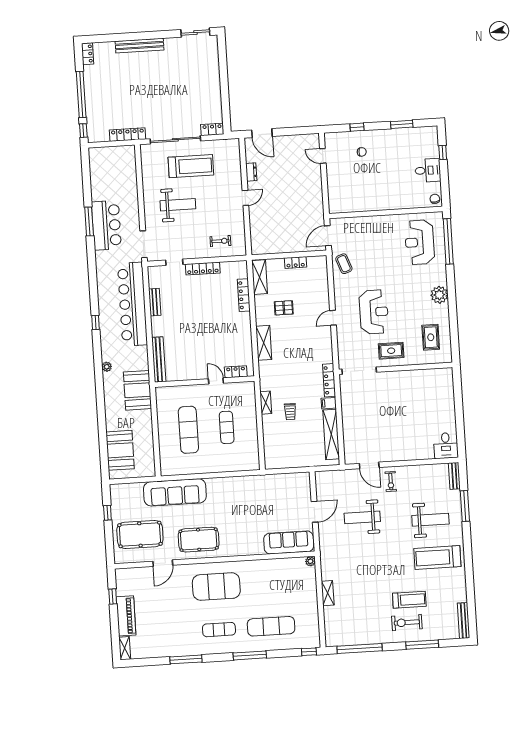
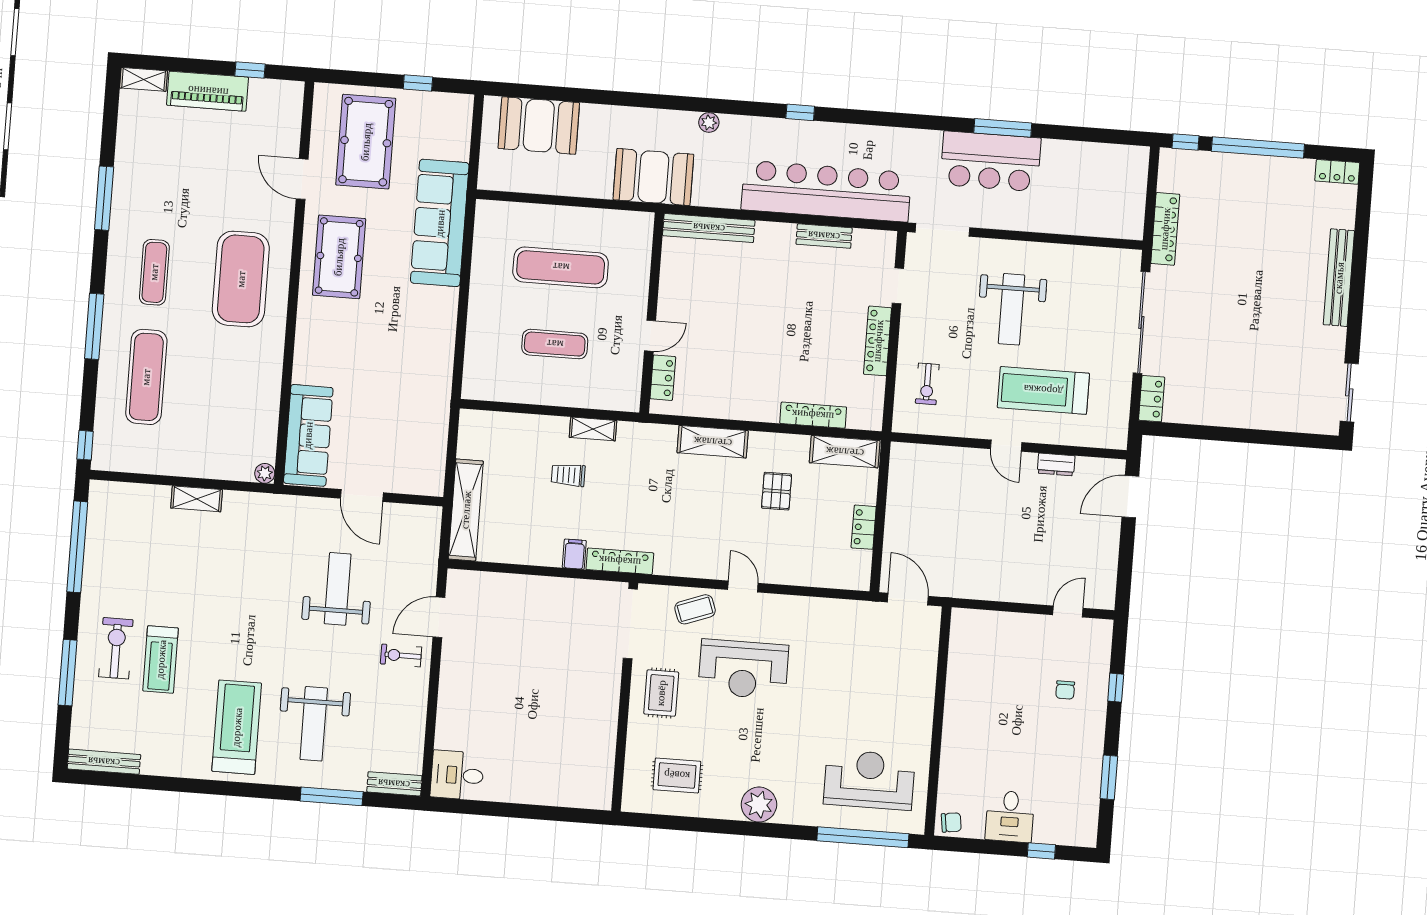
treadmill: (191, 166) -> (1043, 390), moved, turned 90
coffee table: (344, 264) -> (695, 609), moved
shelving: (331, 434) -> (466, 510), moved, turned 90

